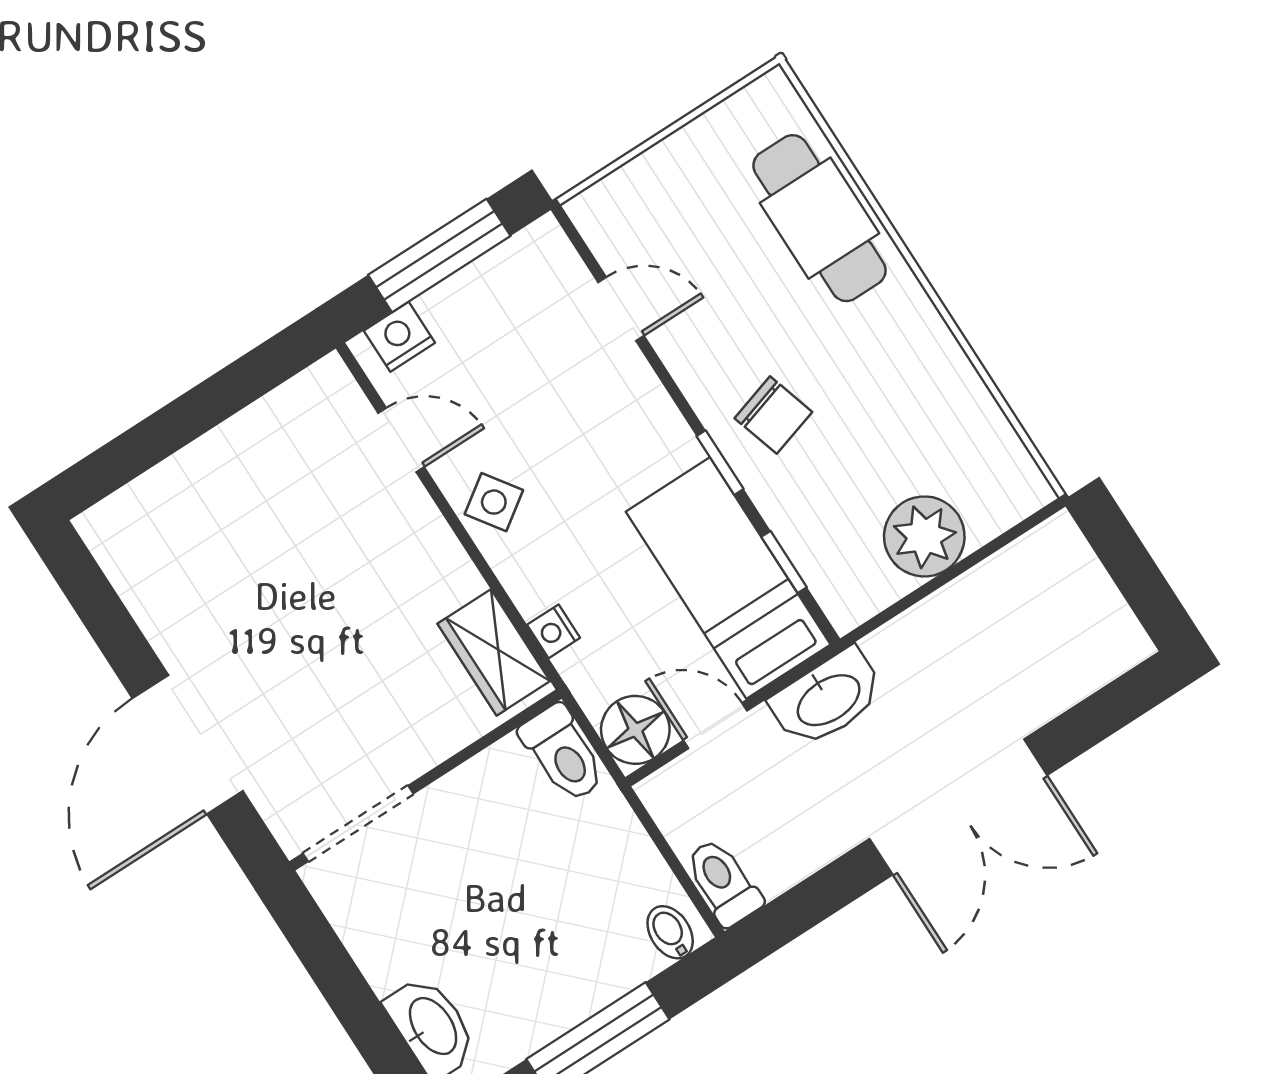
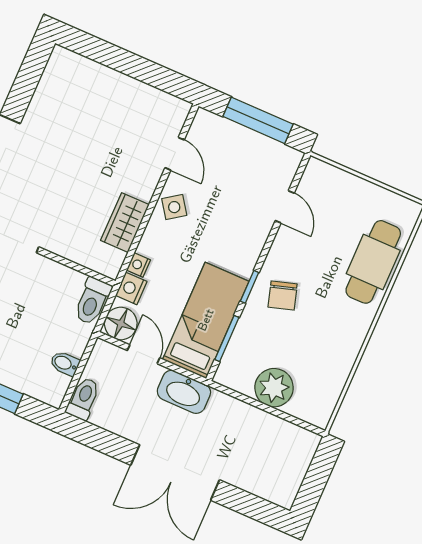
nightstand: (399, 337) -> (131, 288), moved, turned -90
window: (784, 562) -> (227, 339), width x1.50
wardrobe: (494, 652) -> (125, 223), moved
bidet: (670, 932) -> (65, 363), moved, turned -90

